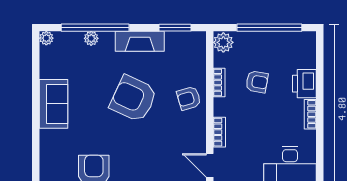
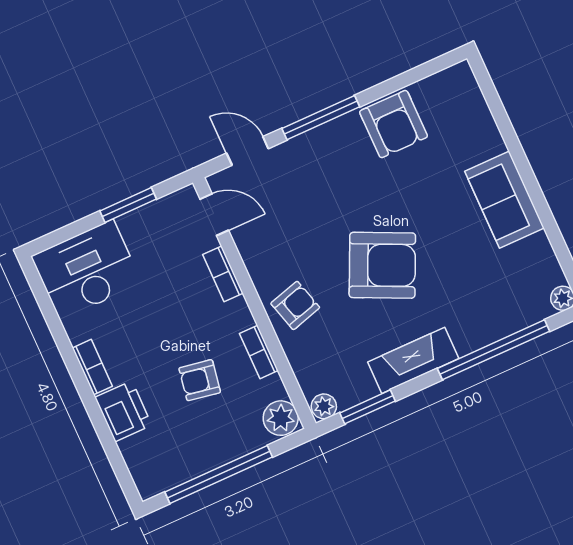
plant: (91, 38) -> (324, 406), moved

